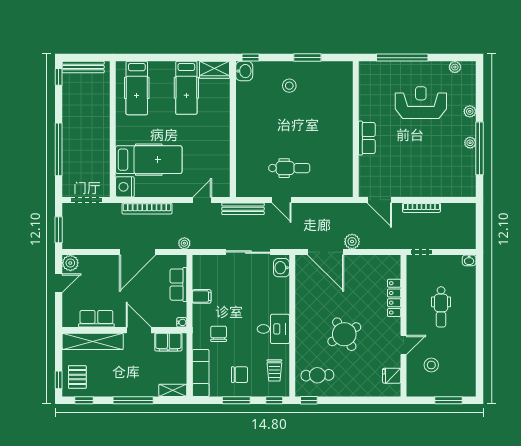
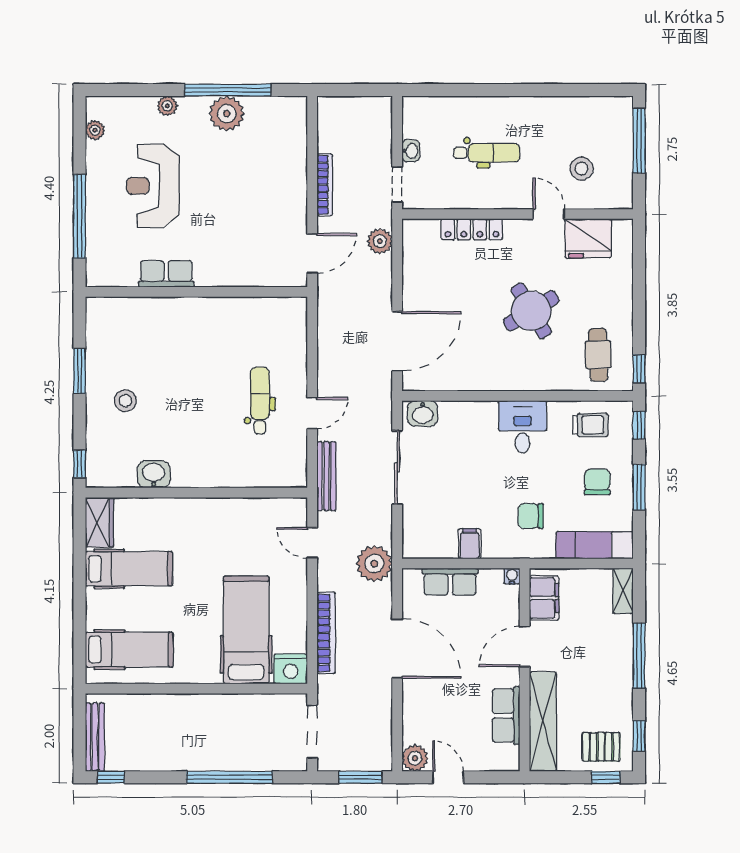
washbasin: (244, 71) -> (154, 474), moved
row of seats: (367, 138) -> (166, 274), moved
plant: (470, 143) -> (227, 114), width x1.88, depth x1.88
plant: (352, 242) -> (380, 241), moved
plant: (184, 243) -> (374, 564), width x1.88, depth x1.88
washbasin: (469, 260) -> (411, 151), moved
fridge: (392, 376) -> (588, 238), width x1.88, depth x1.34
window: (448, 400) -> (639, 141), width x1.44

